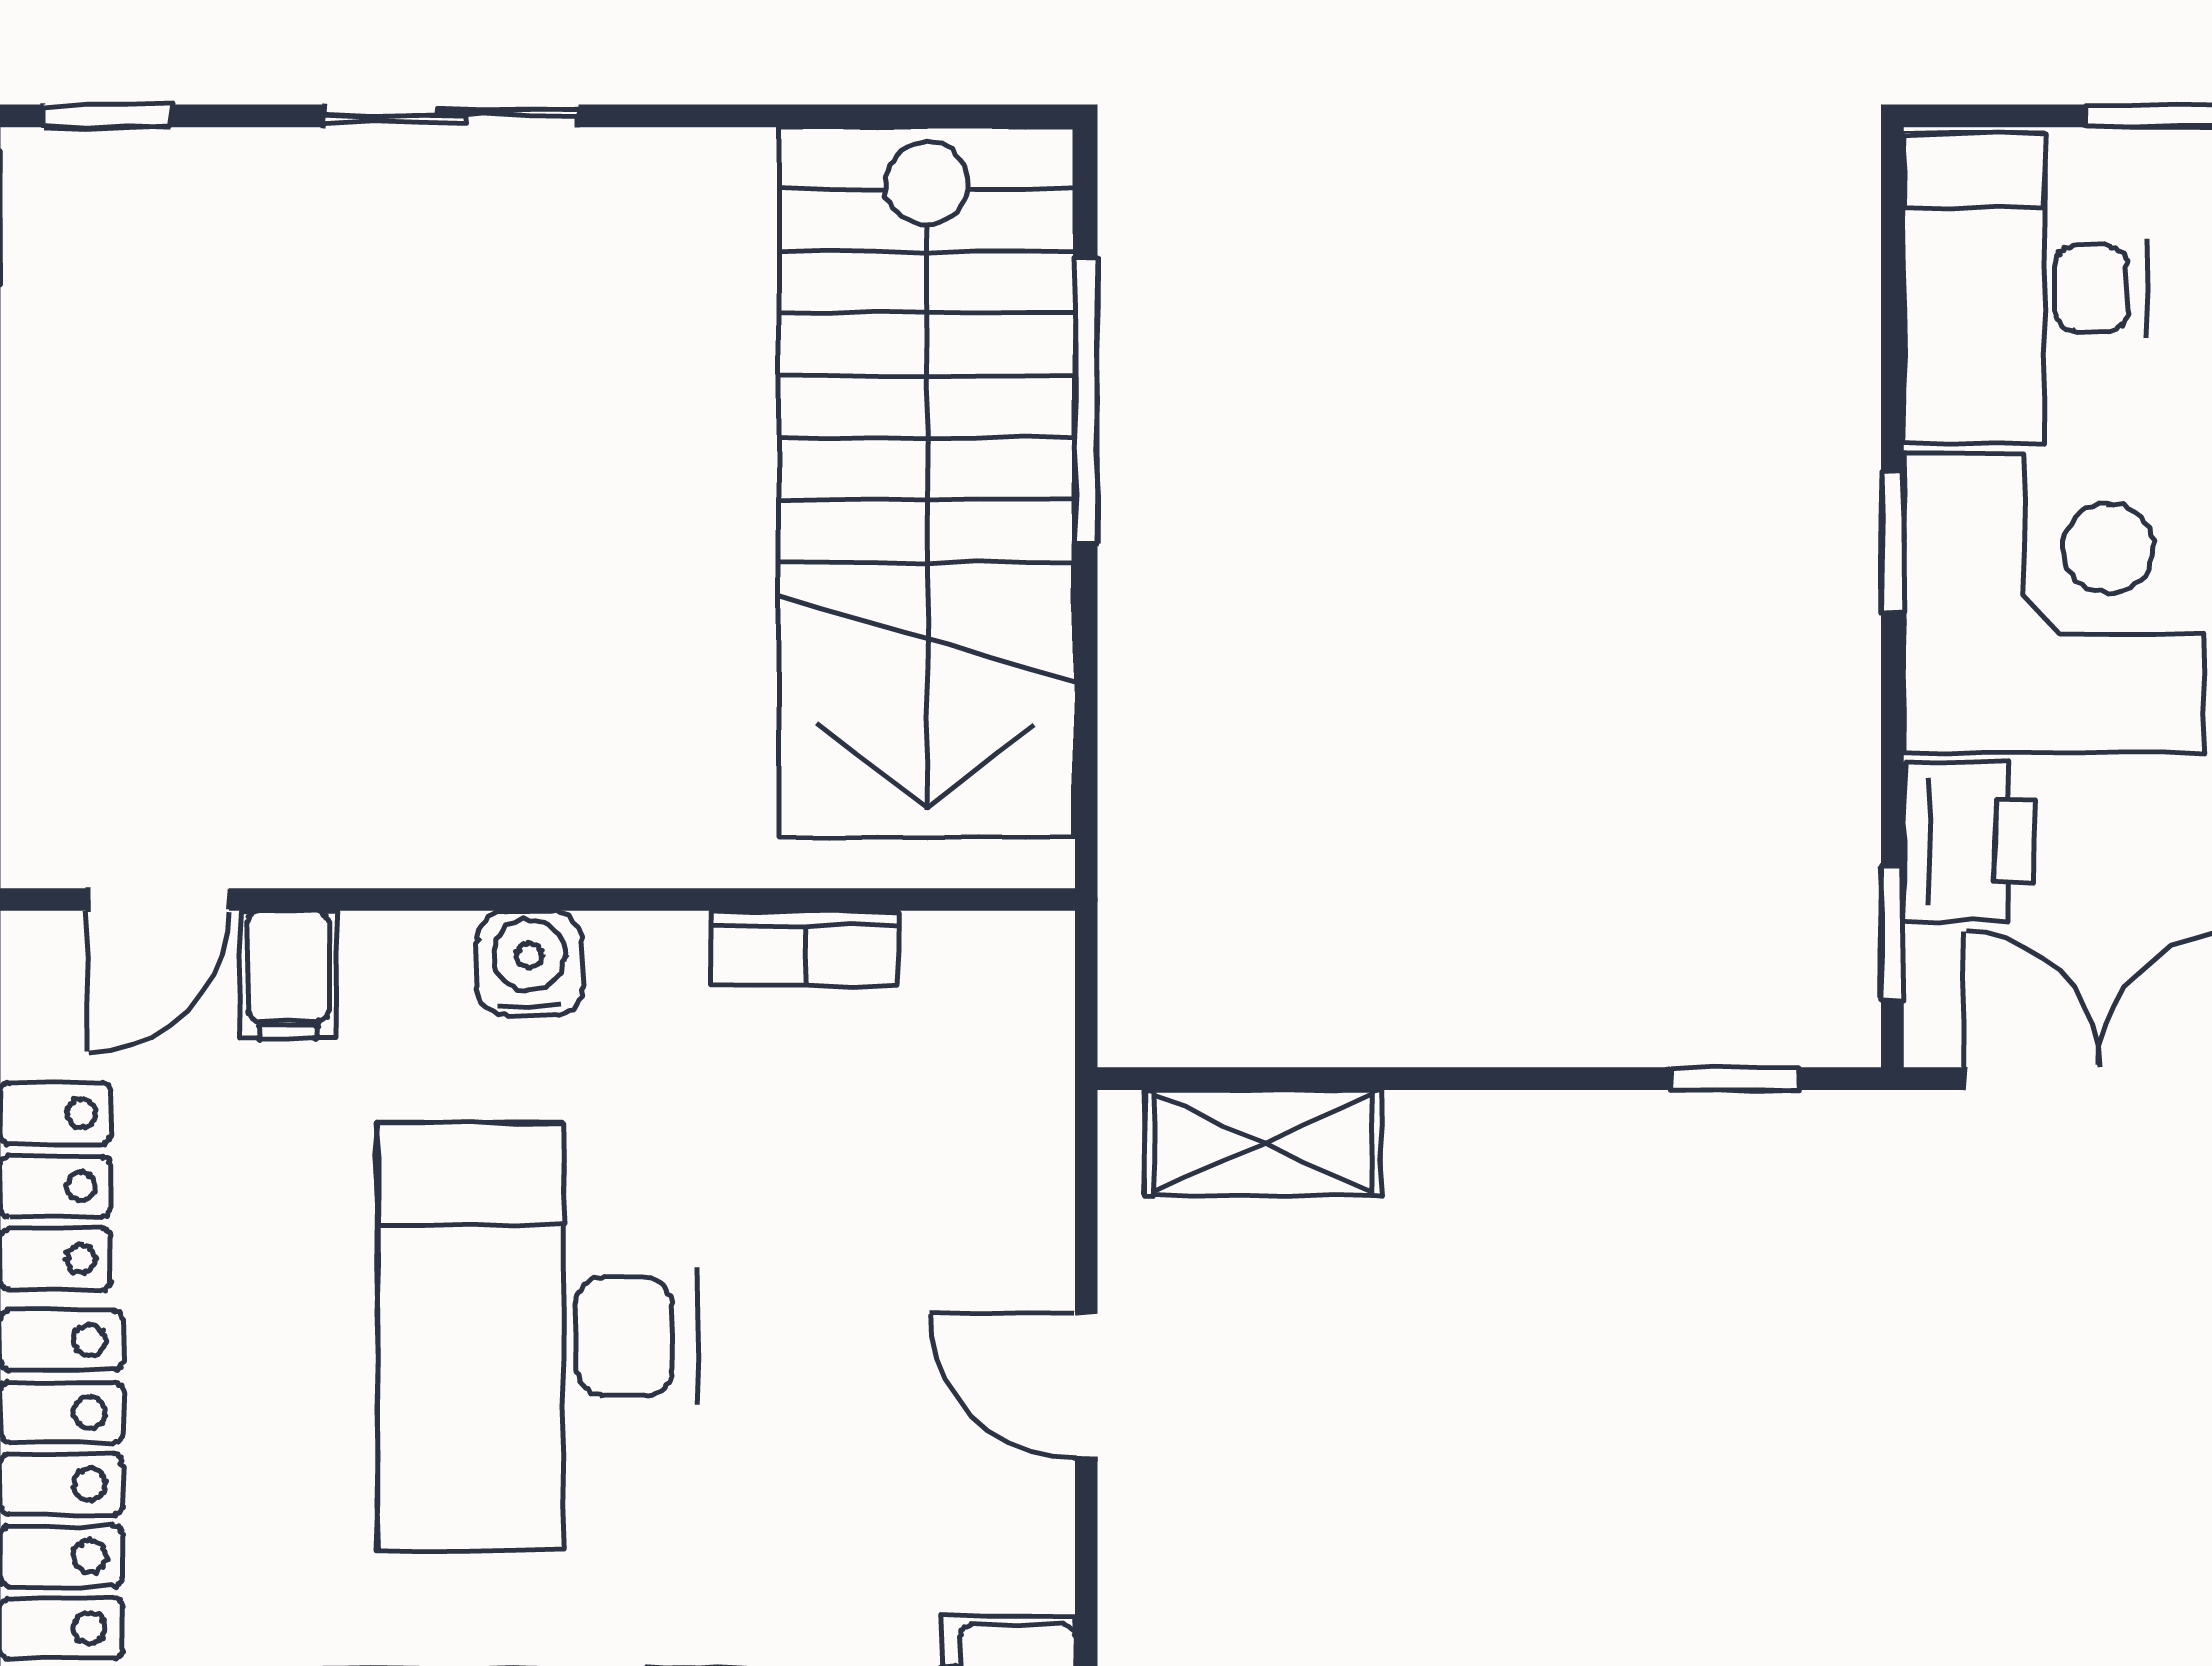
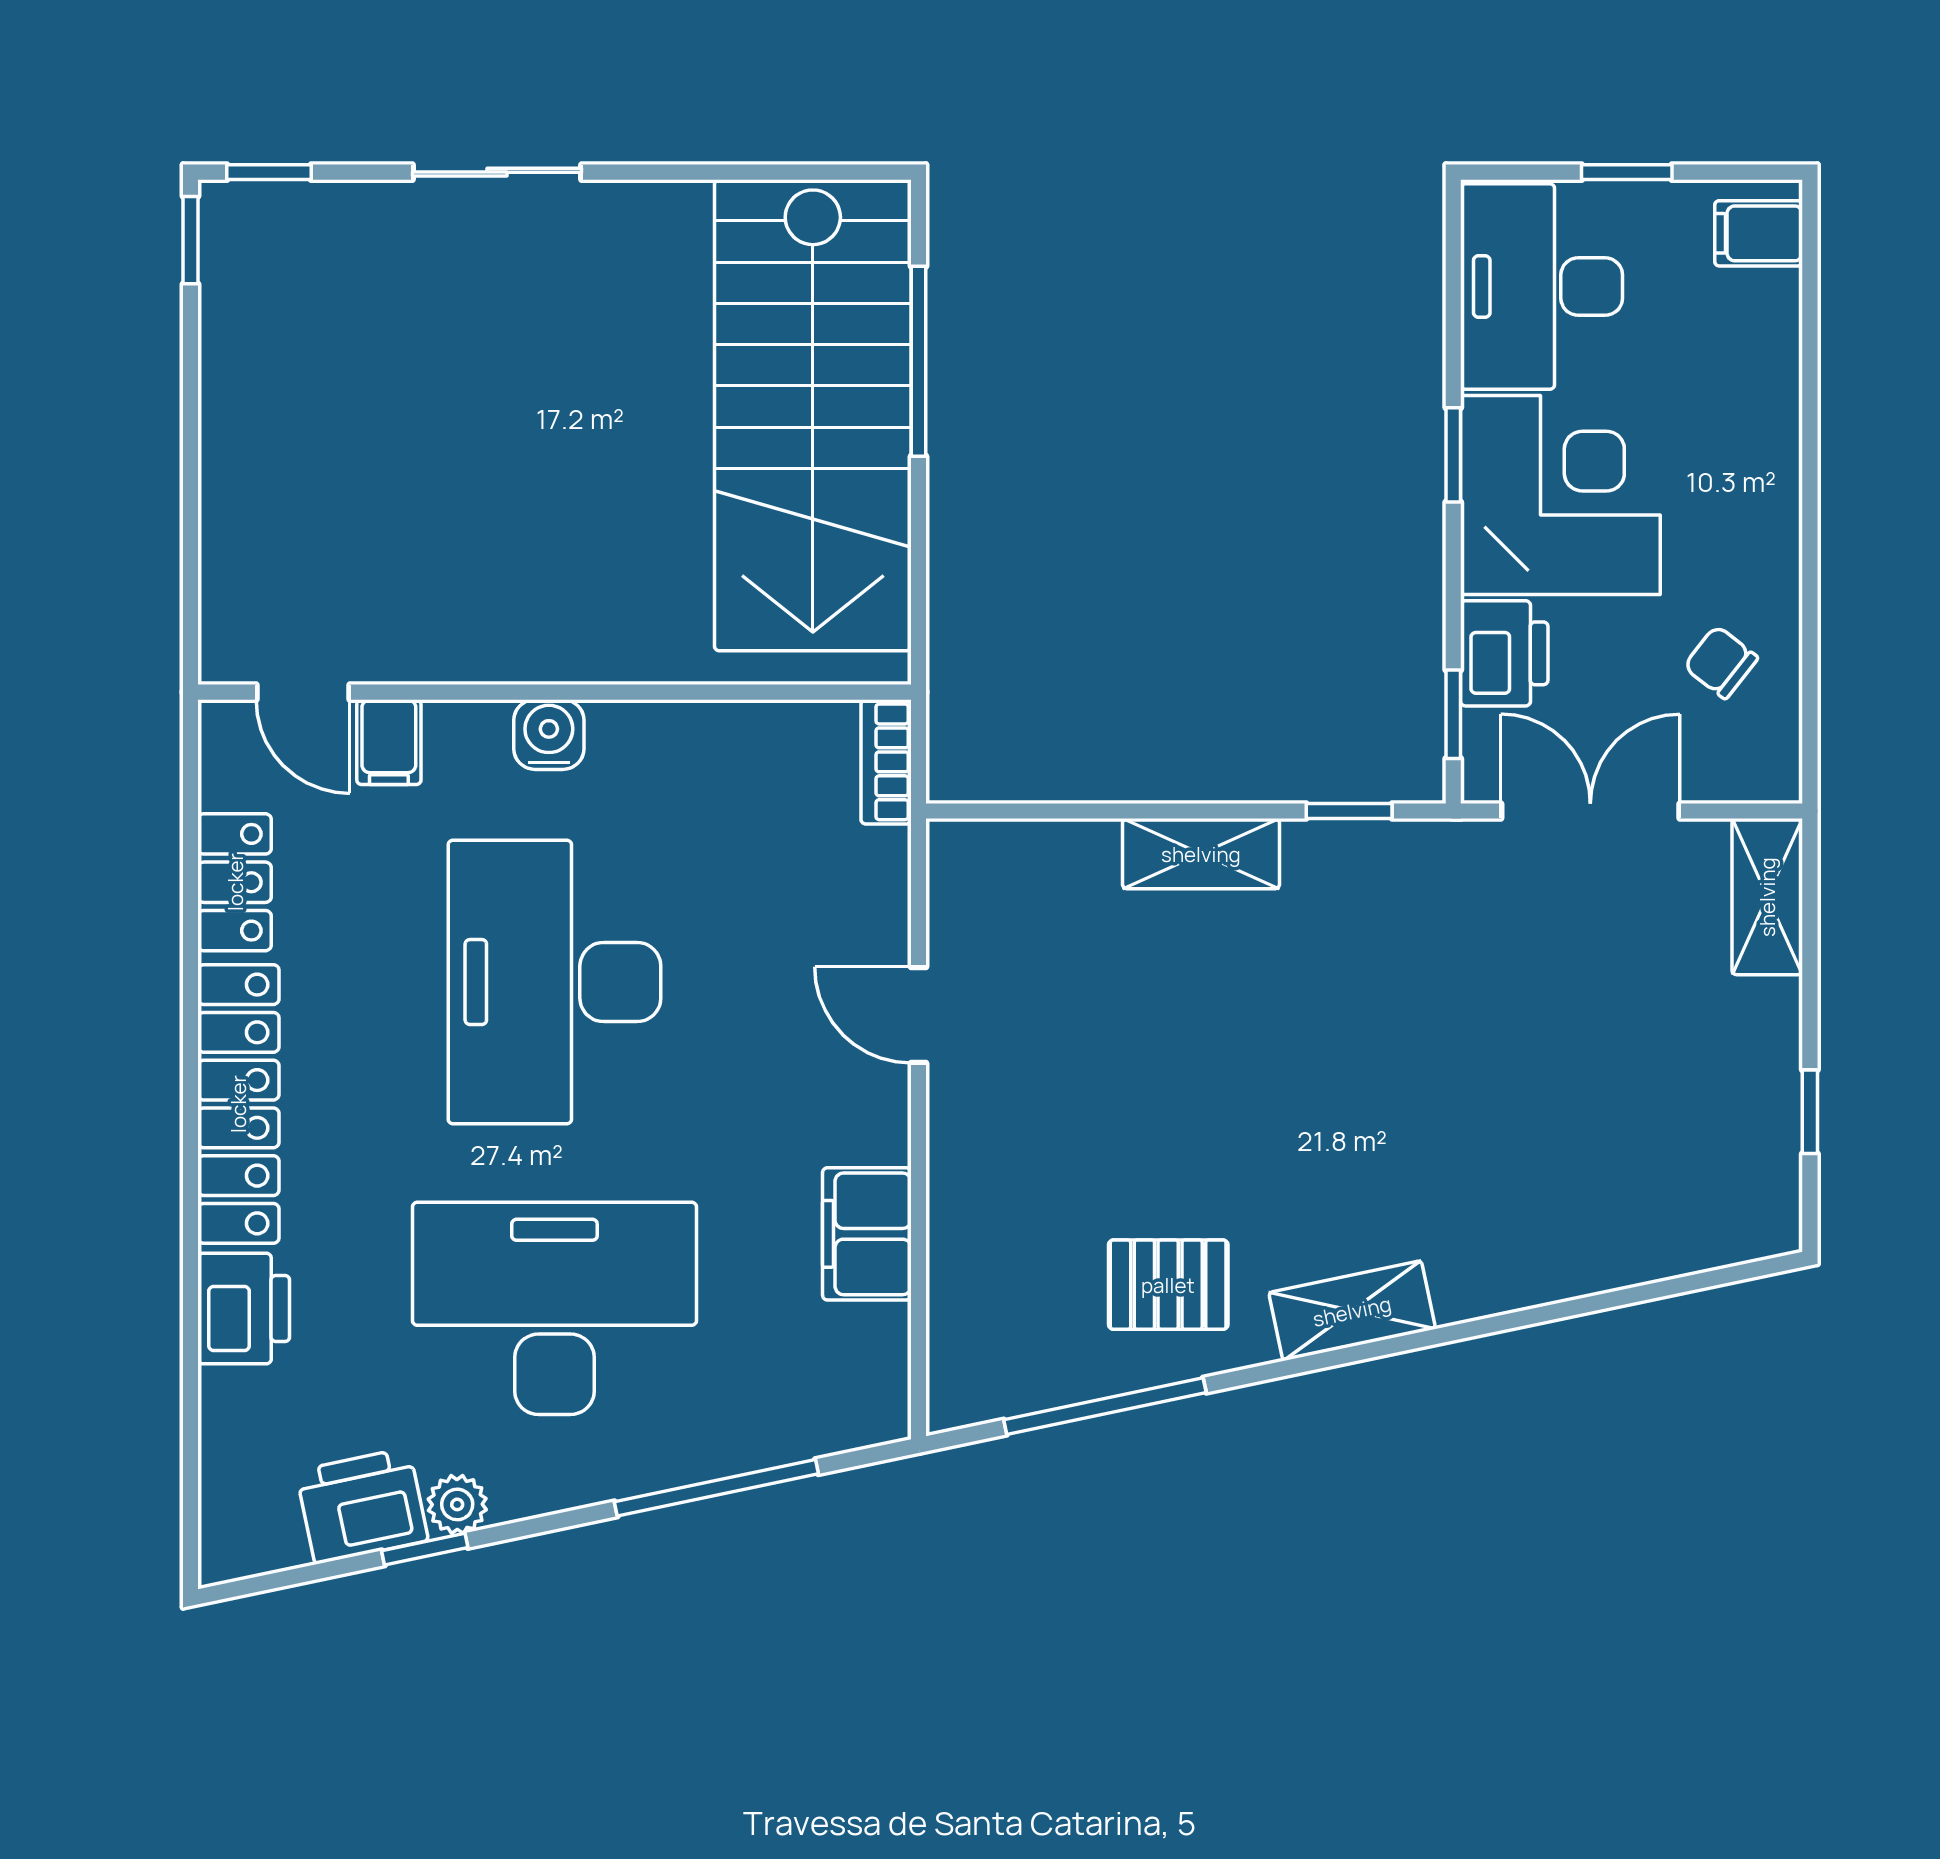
door: (158, 900) -> (303, 692), hinge flipped
bookcase: (804, 948) -> (886, 762), moved, turned 90
shelving: (1263, 1143) -> (1201, 854), moved

